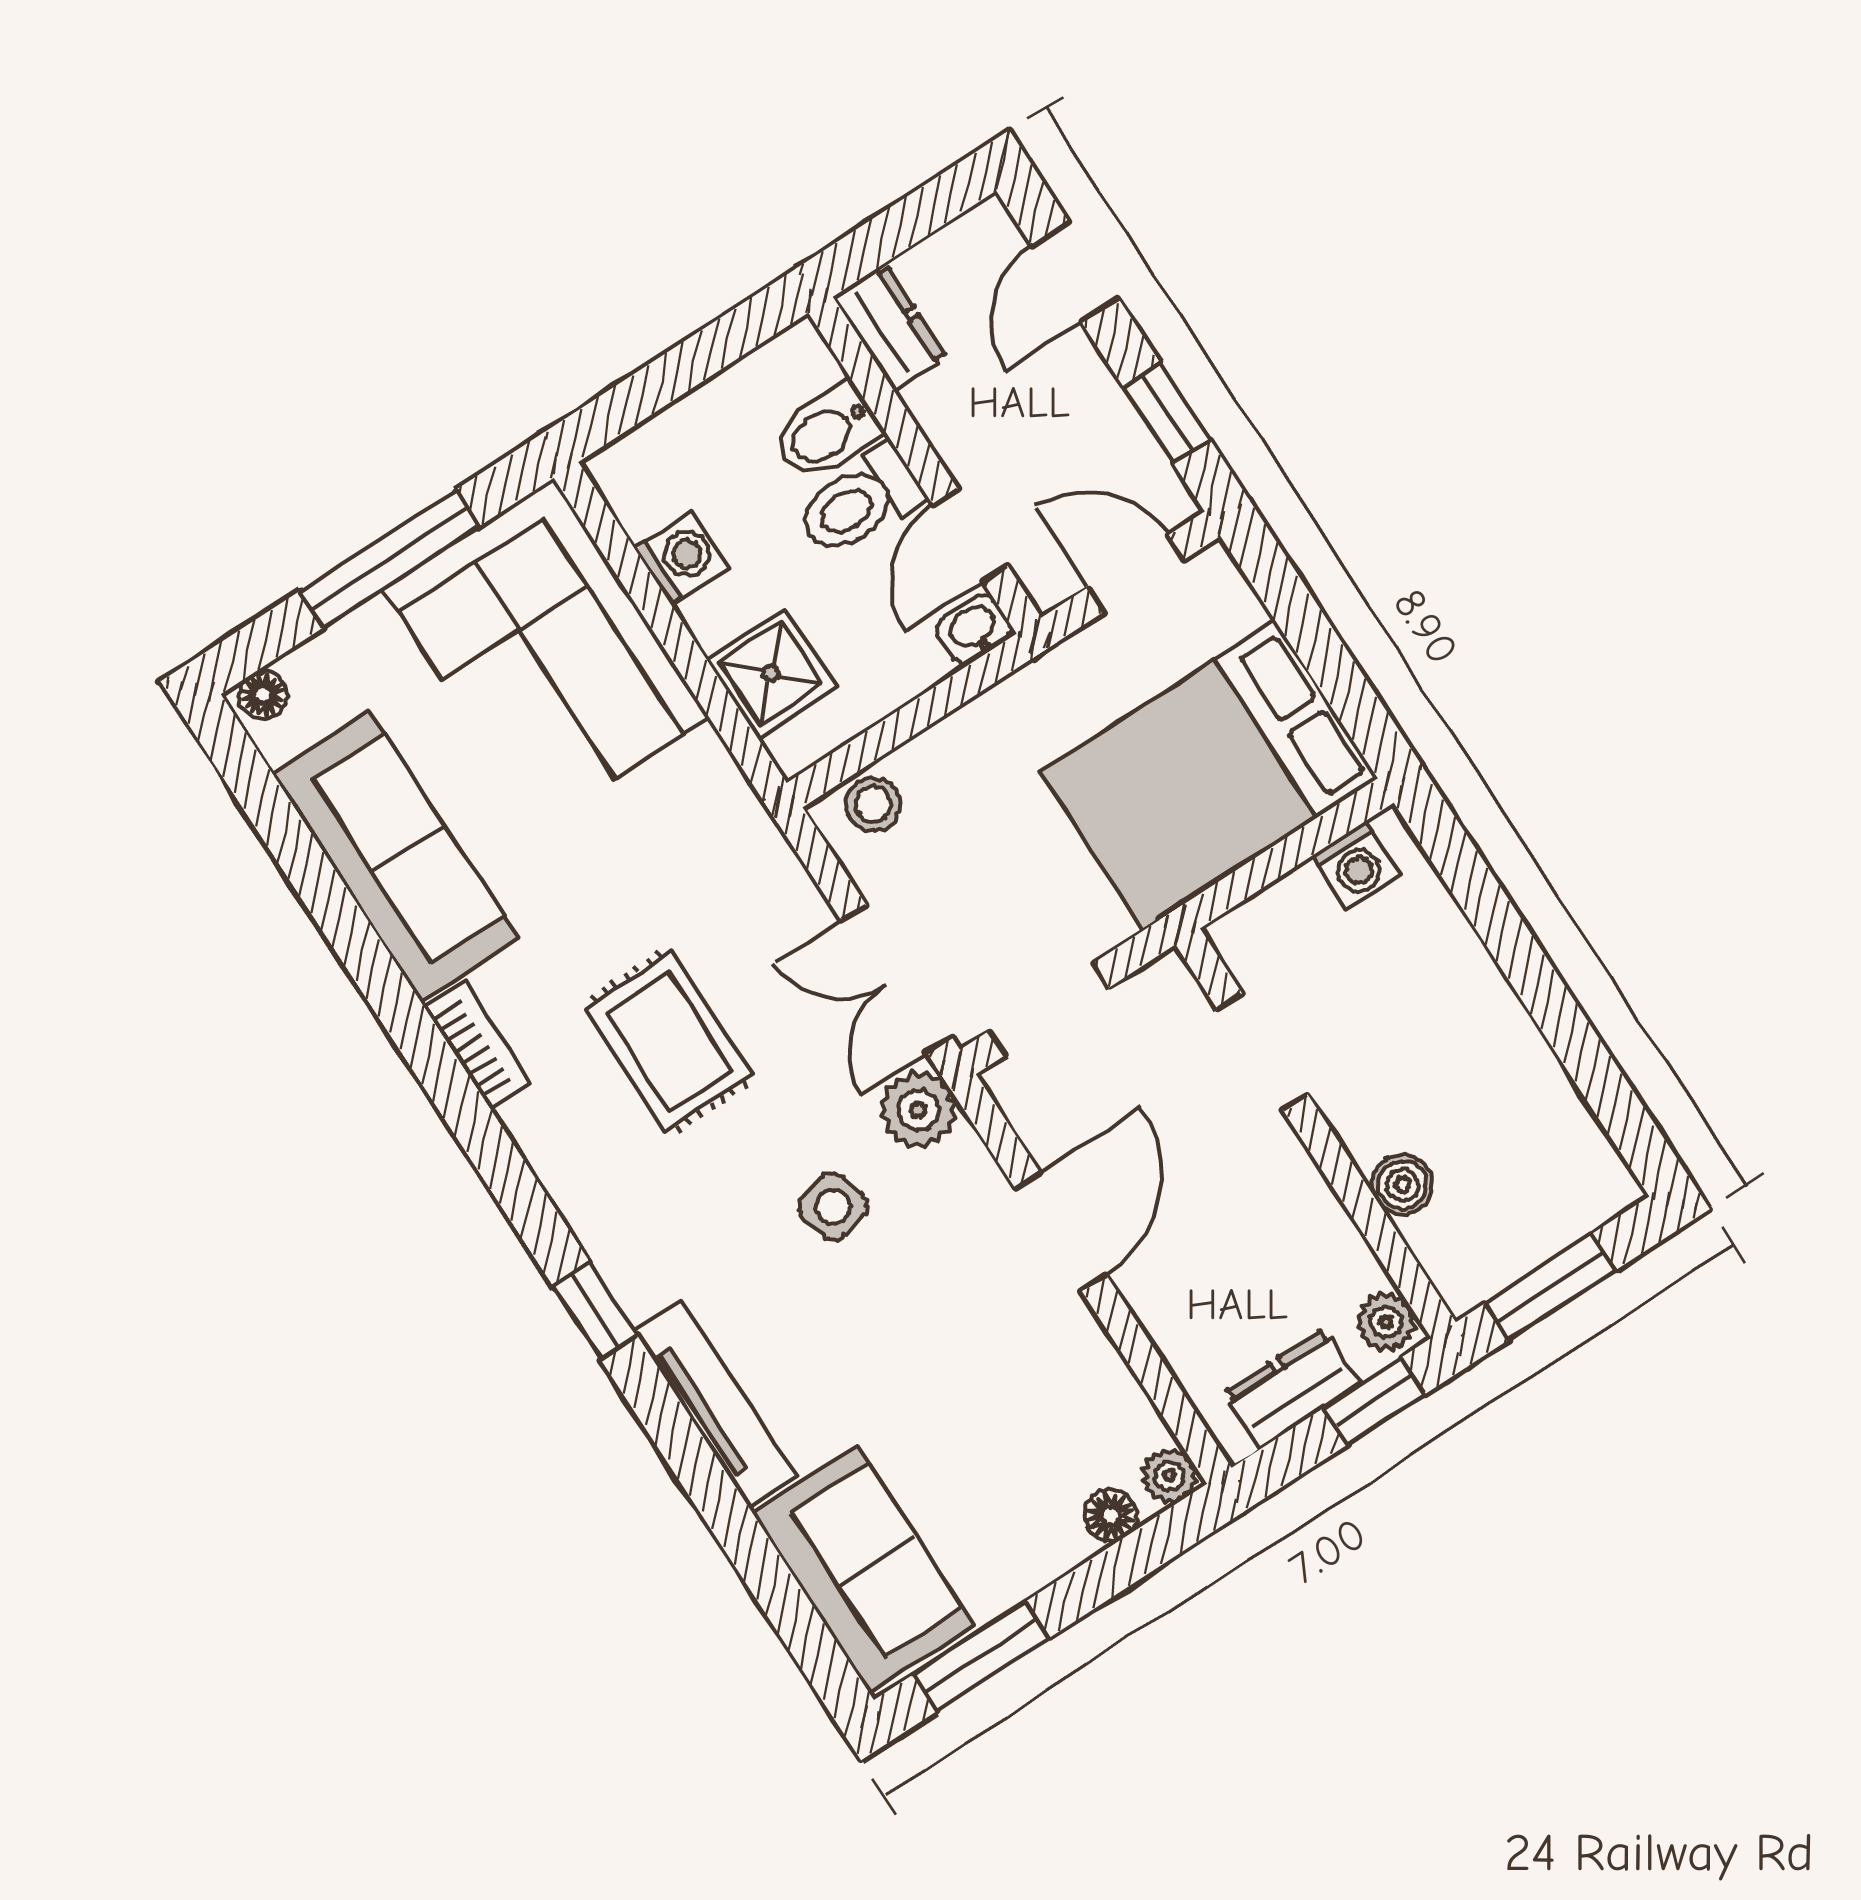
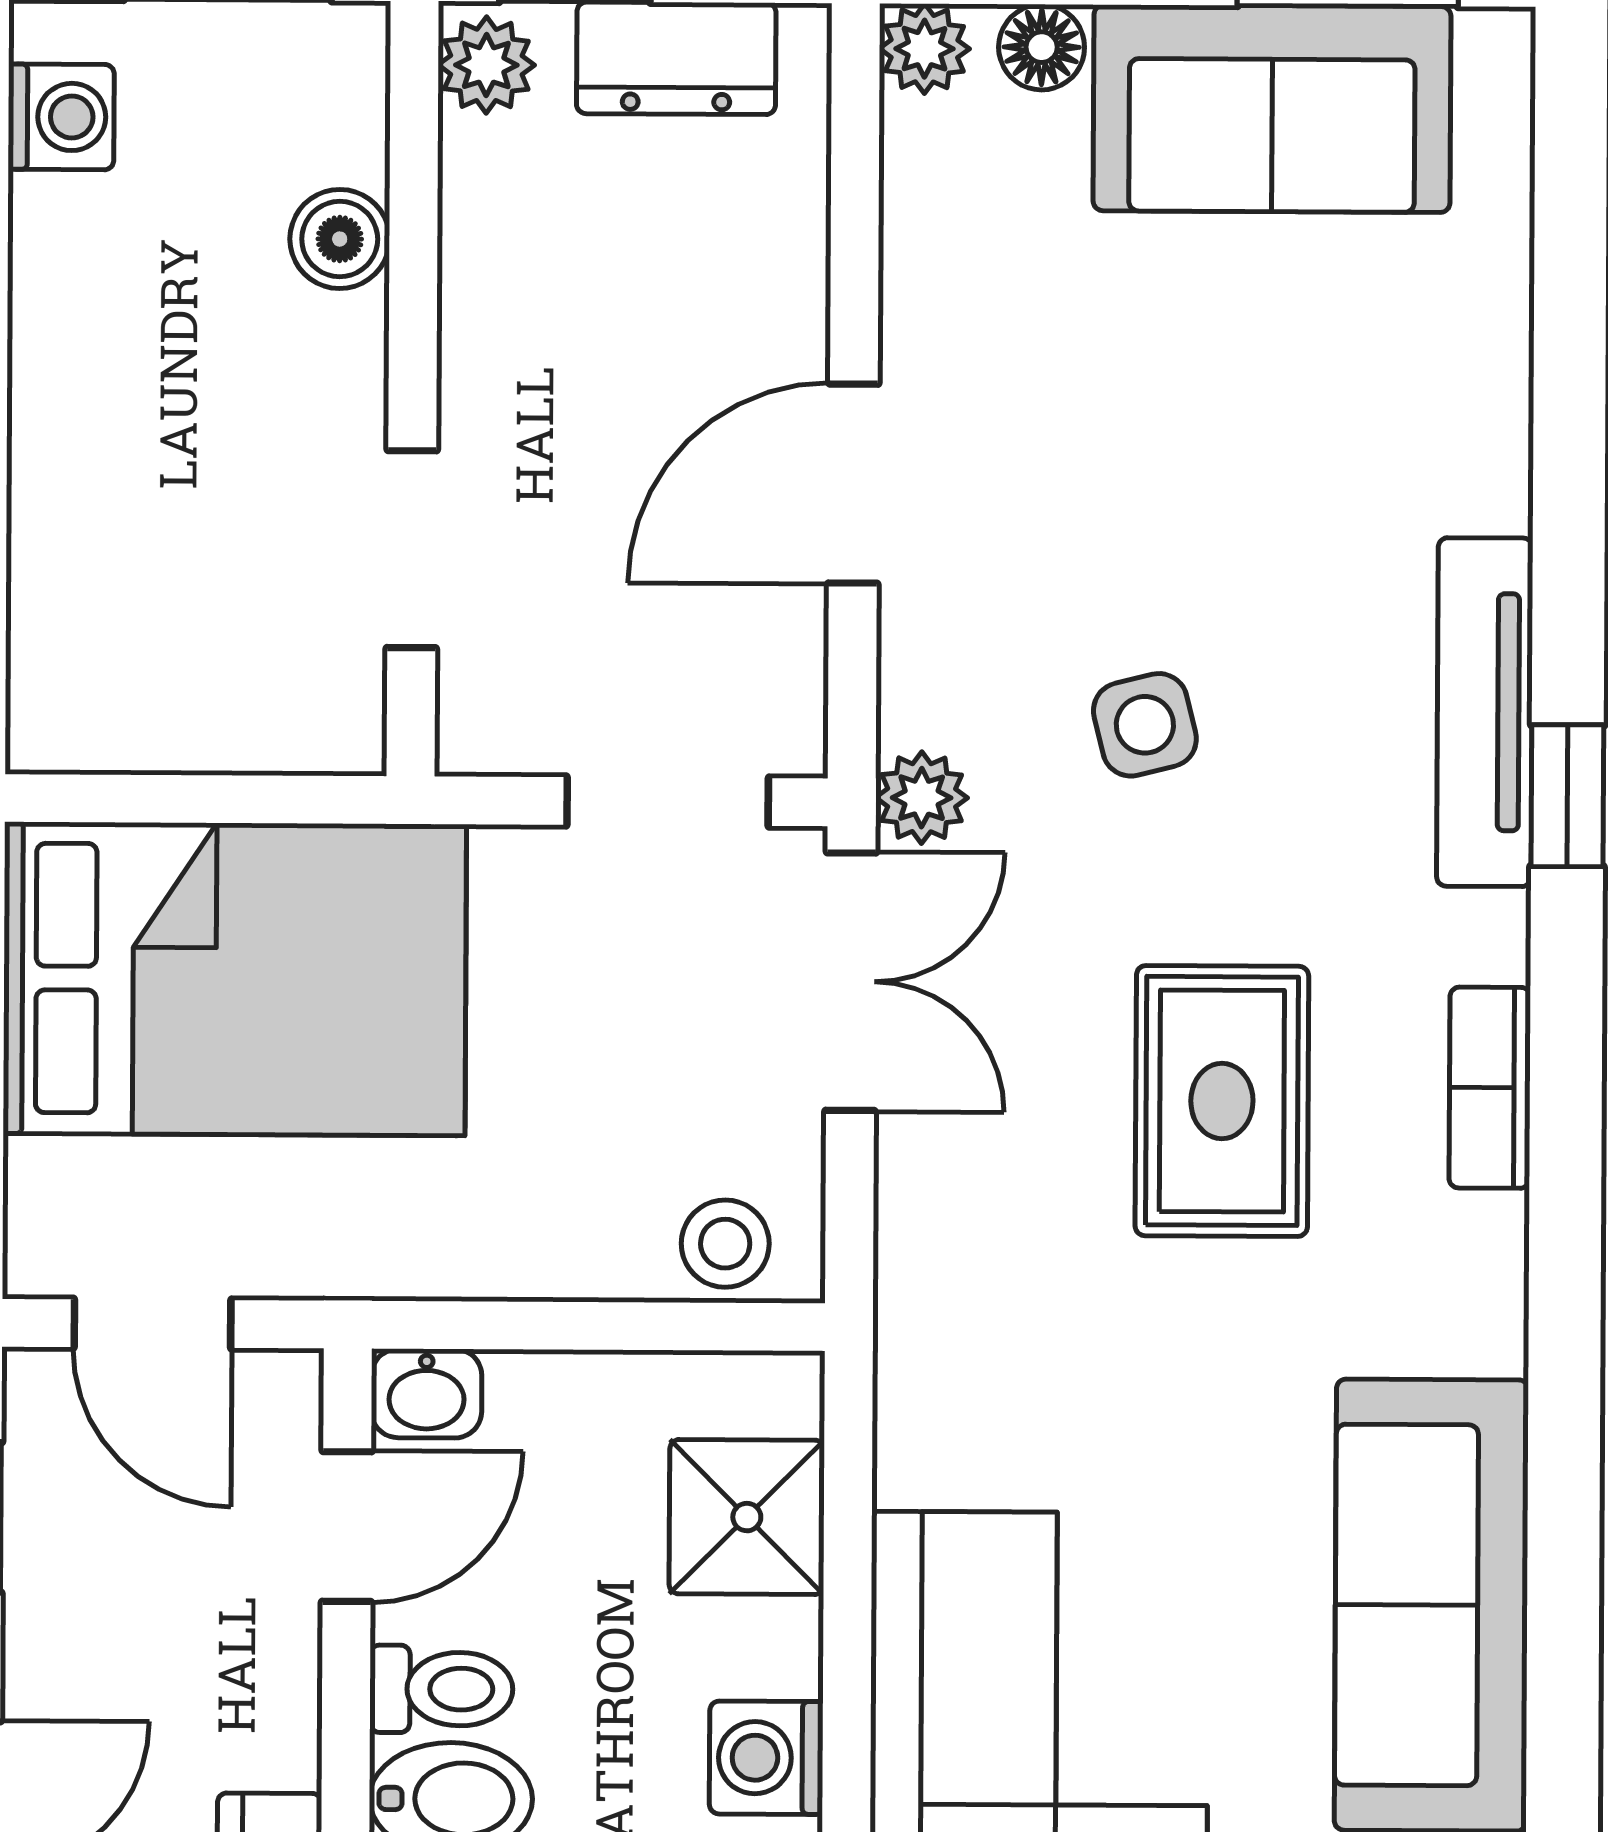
toilet: (860, 502) -> (441, 1689), width x0.73, depth x0.72
washing machine: (1356, 865) -> (61, 117), moved, turned 90
bookcase: (478, 1045) -> (1490, 1088), moved
plant: (919, 1110) -> (922, 798), width x0.73, depth x0.73
tv unit: (715, 1404) -> (1485, 712), moved
sofa: (863, 1569) -> (1272, 109), moved, turned -90

